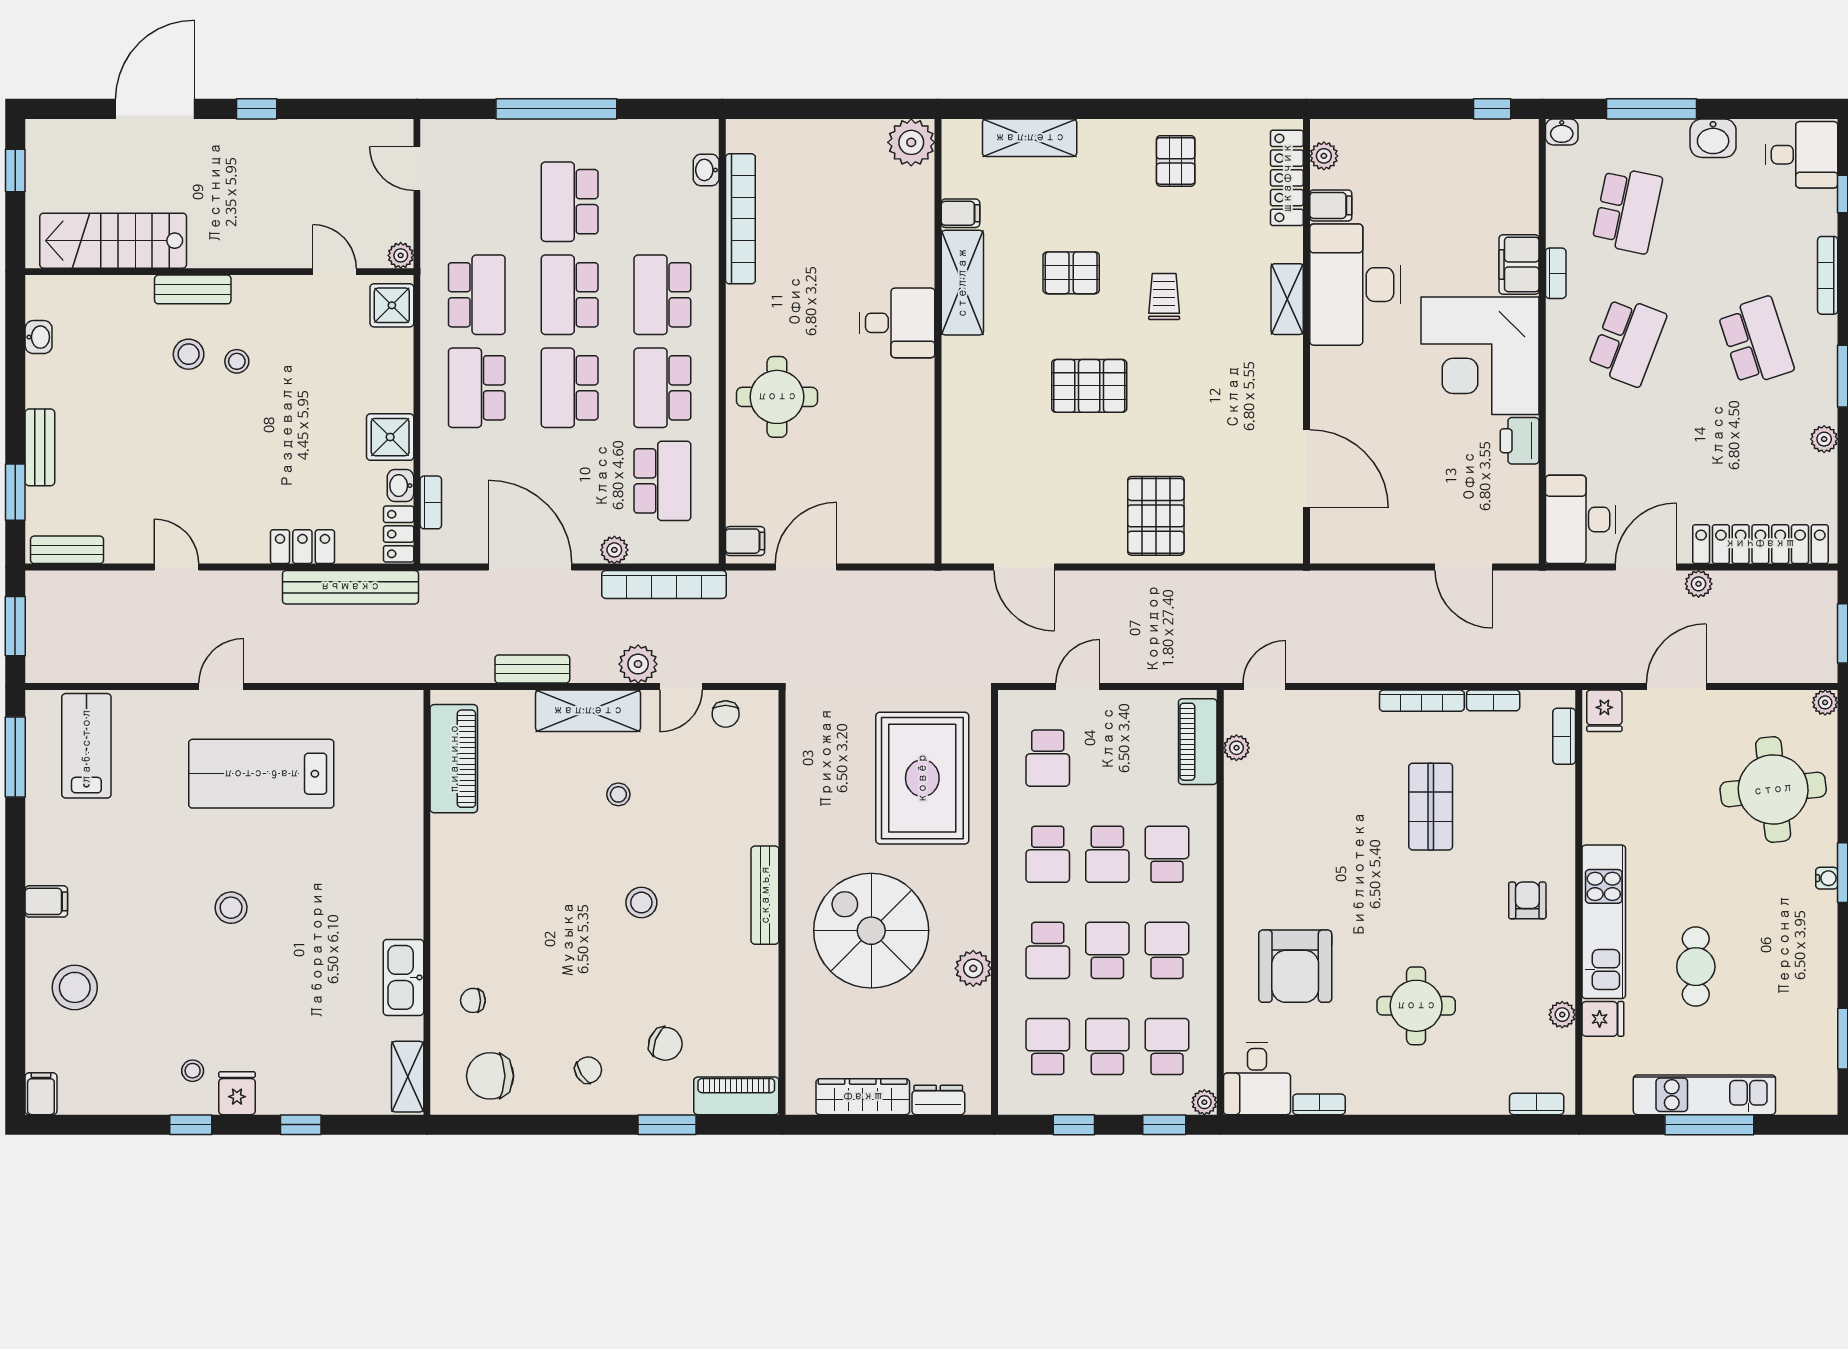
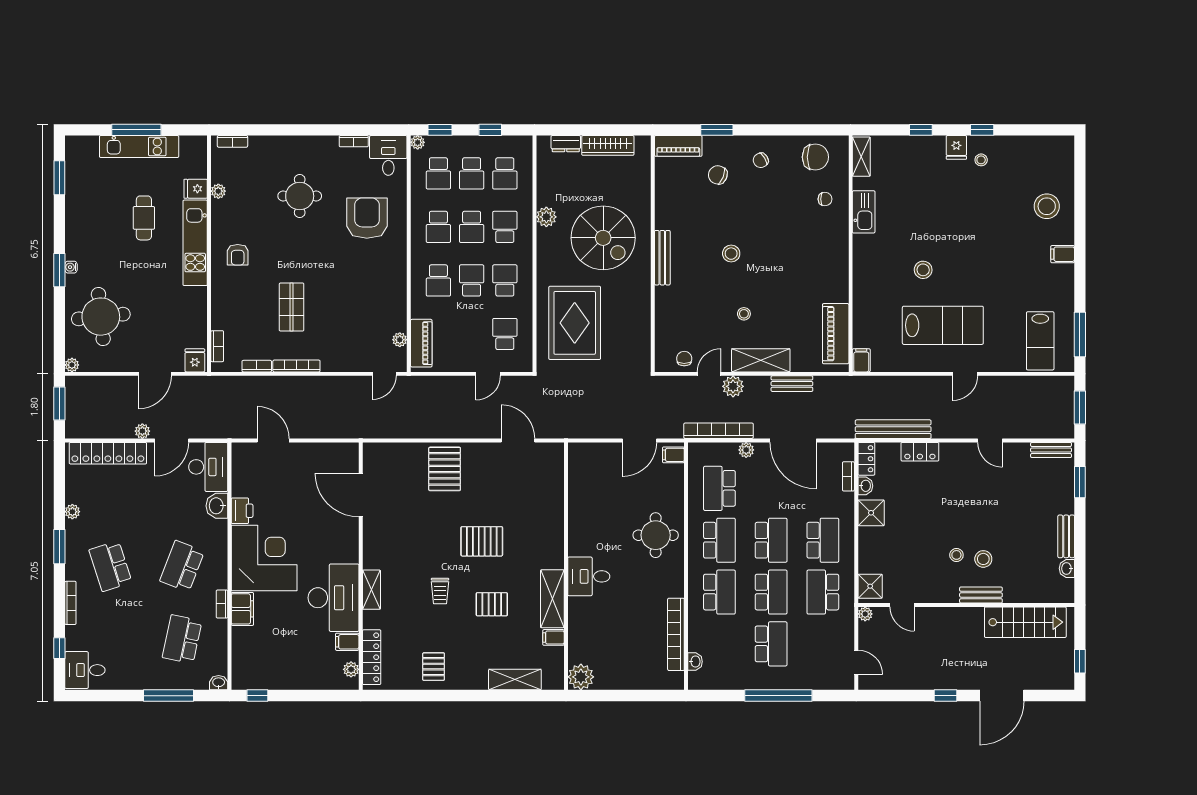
washbasin: (1713, 138) -> (217, 506), moved, turned -90
bench: (40, 447) -> (1066, 536), moved
stool: (231, 908) -> (923, 270), moved
filing cabinet: (41, 1094) -> (861, 360), moved, turned 180

